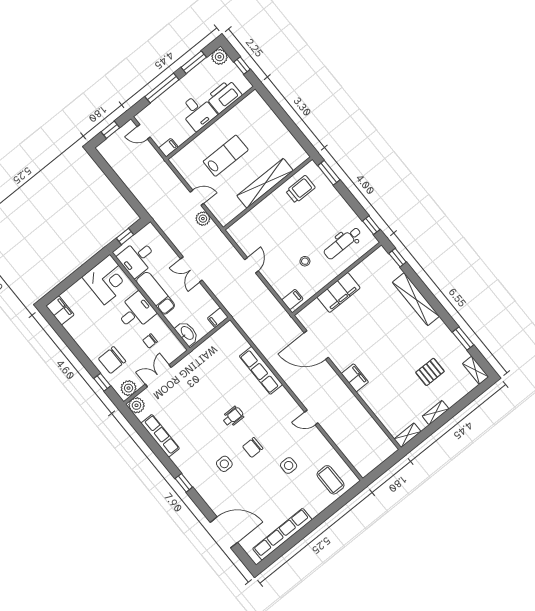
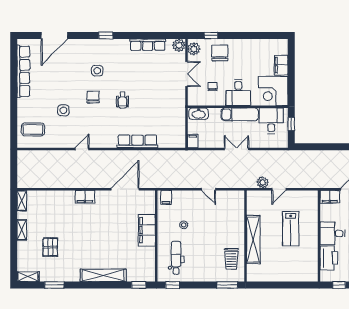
filing cabinet: (168, 148) -> (330, 197), width x2.00
filing cabinet: (60, 310) -> (281, 65), moved, turned 90

